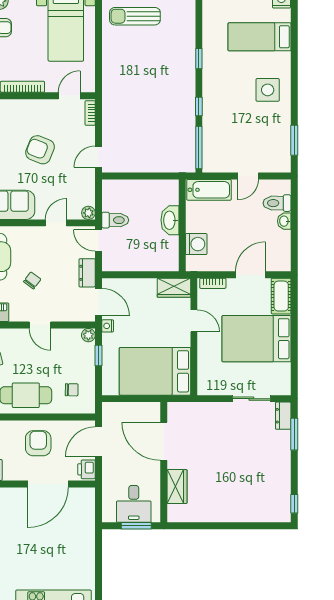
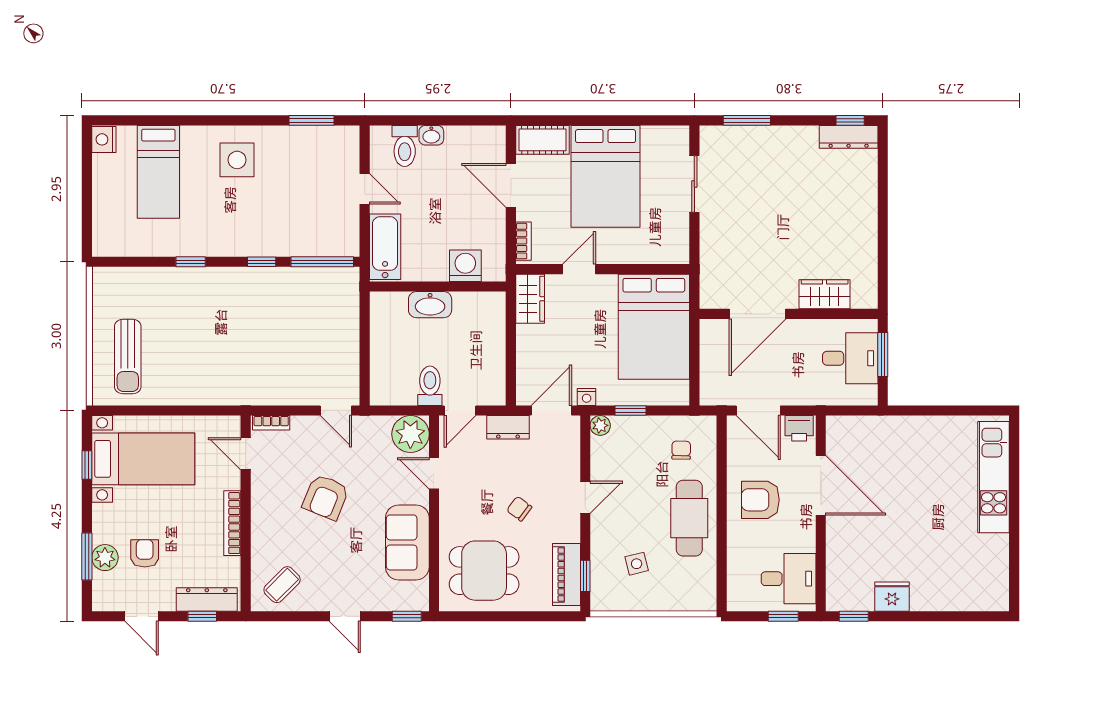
plant: (88, 213) -> (410, 434), width x1.88, depth x1.88
dresser: (283, 416) -> (849, 137), moved, width x1.44

